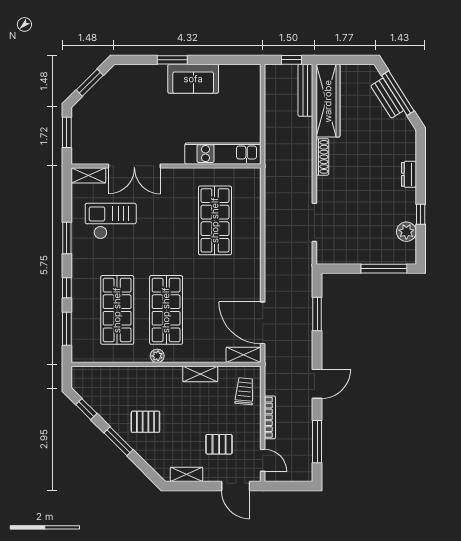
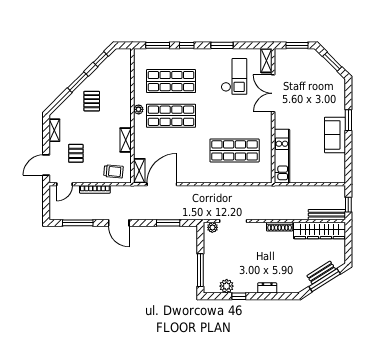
plant: (324, 252) -> (212, 227), added

